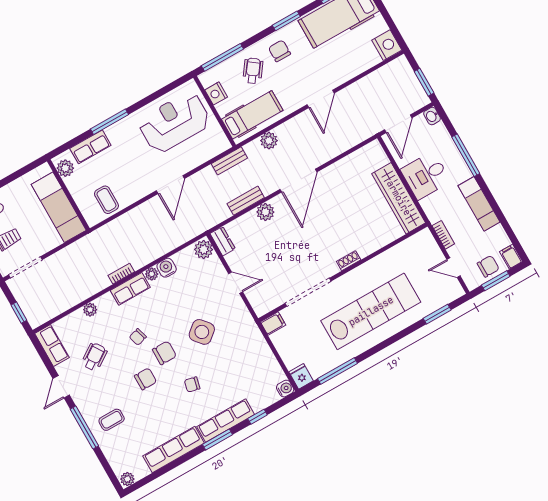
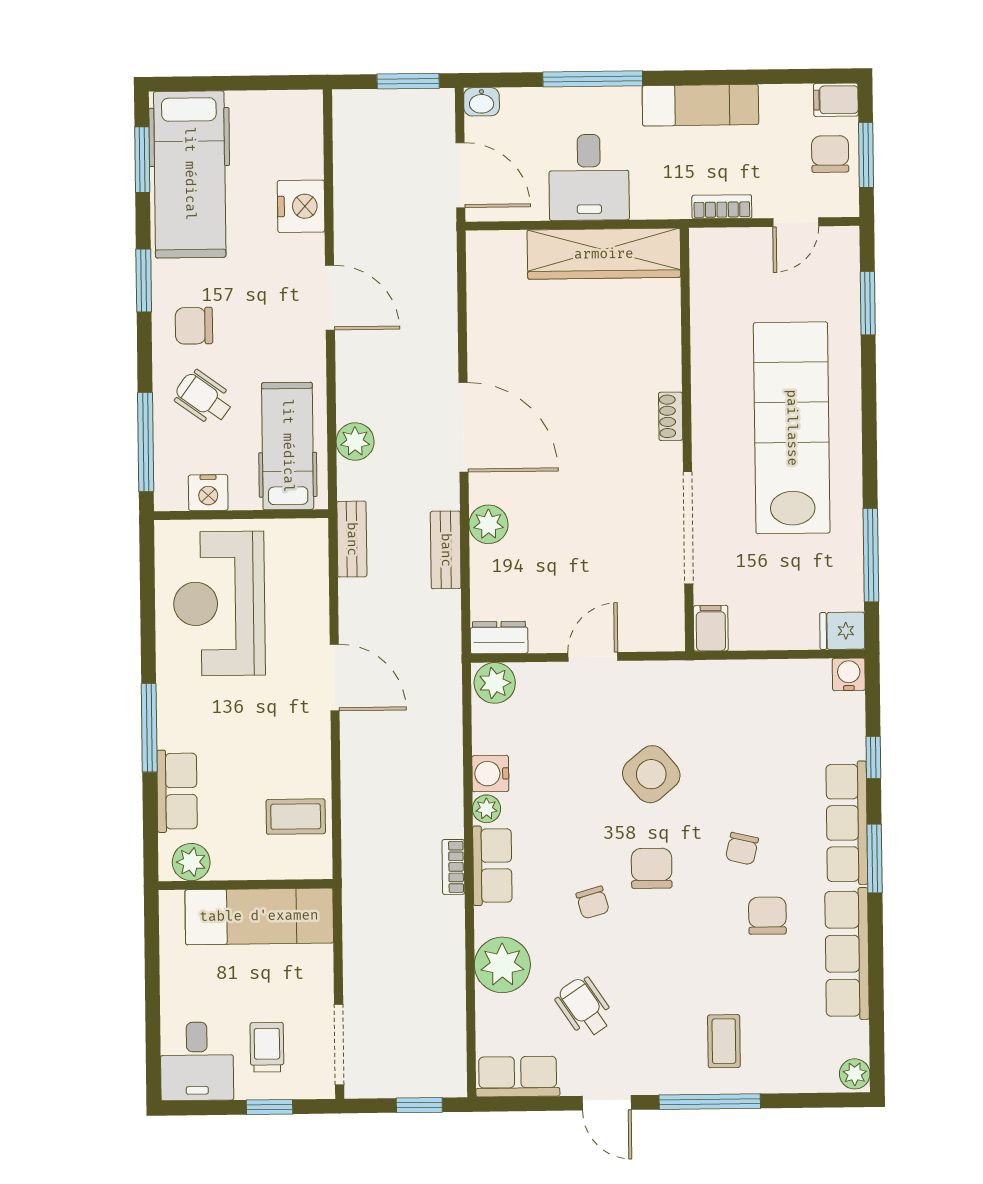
nightstand: (387, 45) -> (301, 206), moved, turned 90
plant: (90, 310) -> (502, 965), width x1.87, depth x1.87
chair: (145, 379) -> (767, 916), moved

